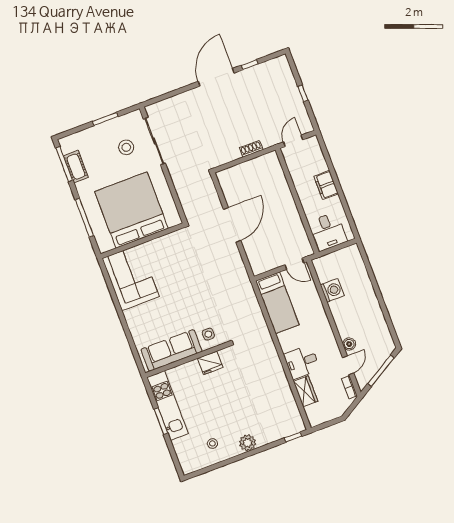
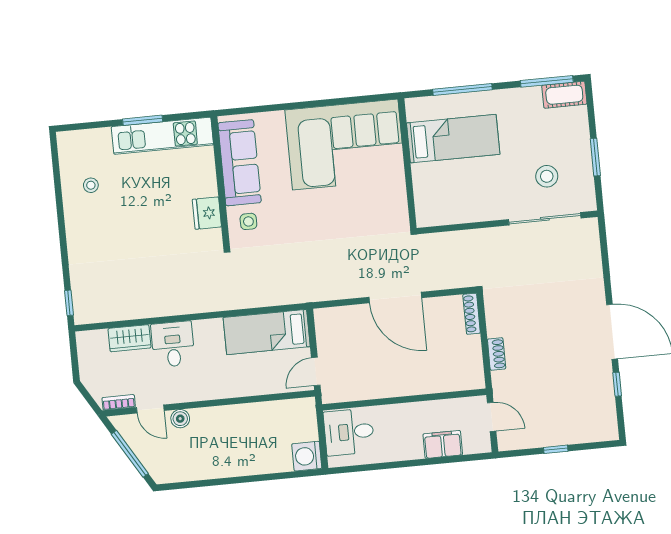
cot: (76, 167) -> (564, 95), moved
shoe rack: (229, 172) -> (472, 314), added
filing cabinet: (326, 185) -> (443, 444), moved
bed: (131, 210) -> (453, 139), width x0.49
corner sofa: (131, 278) -> (345, 145), width x1.36, depth x1.36
washing machine: (332, 290) -> (307, 456), moved, turned 90
plant: (248, 443) -> (78, 236), removed

